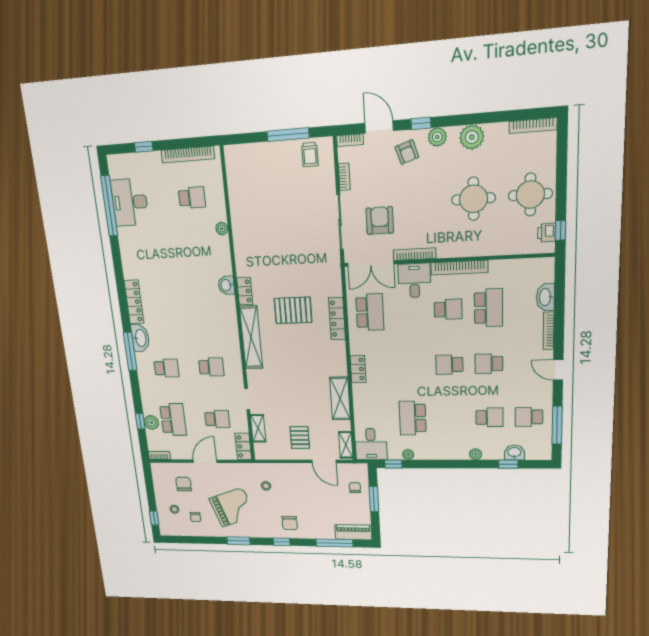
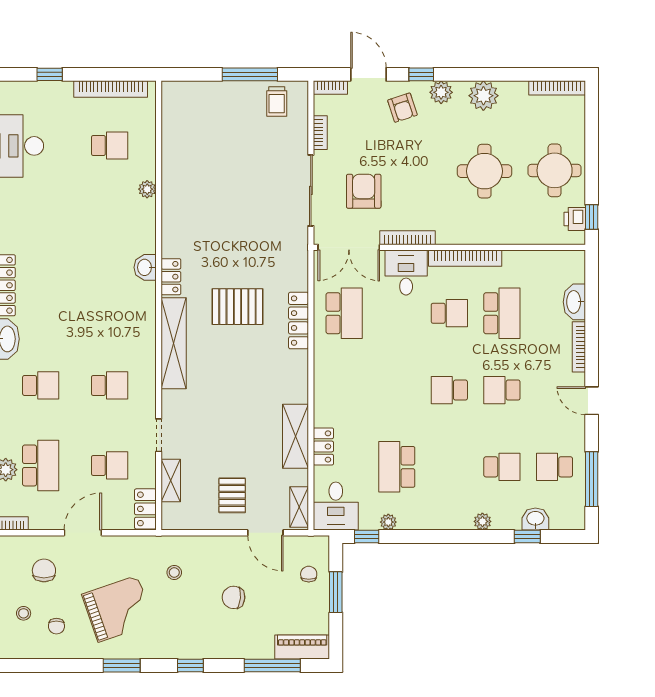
locker: (358, 369) -> (323, 446), moved
chair: (290, 523) -> (234, 597), moved, turned 95

